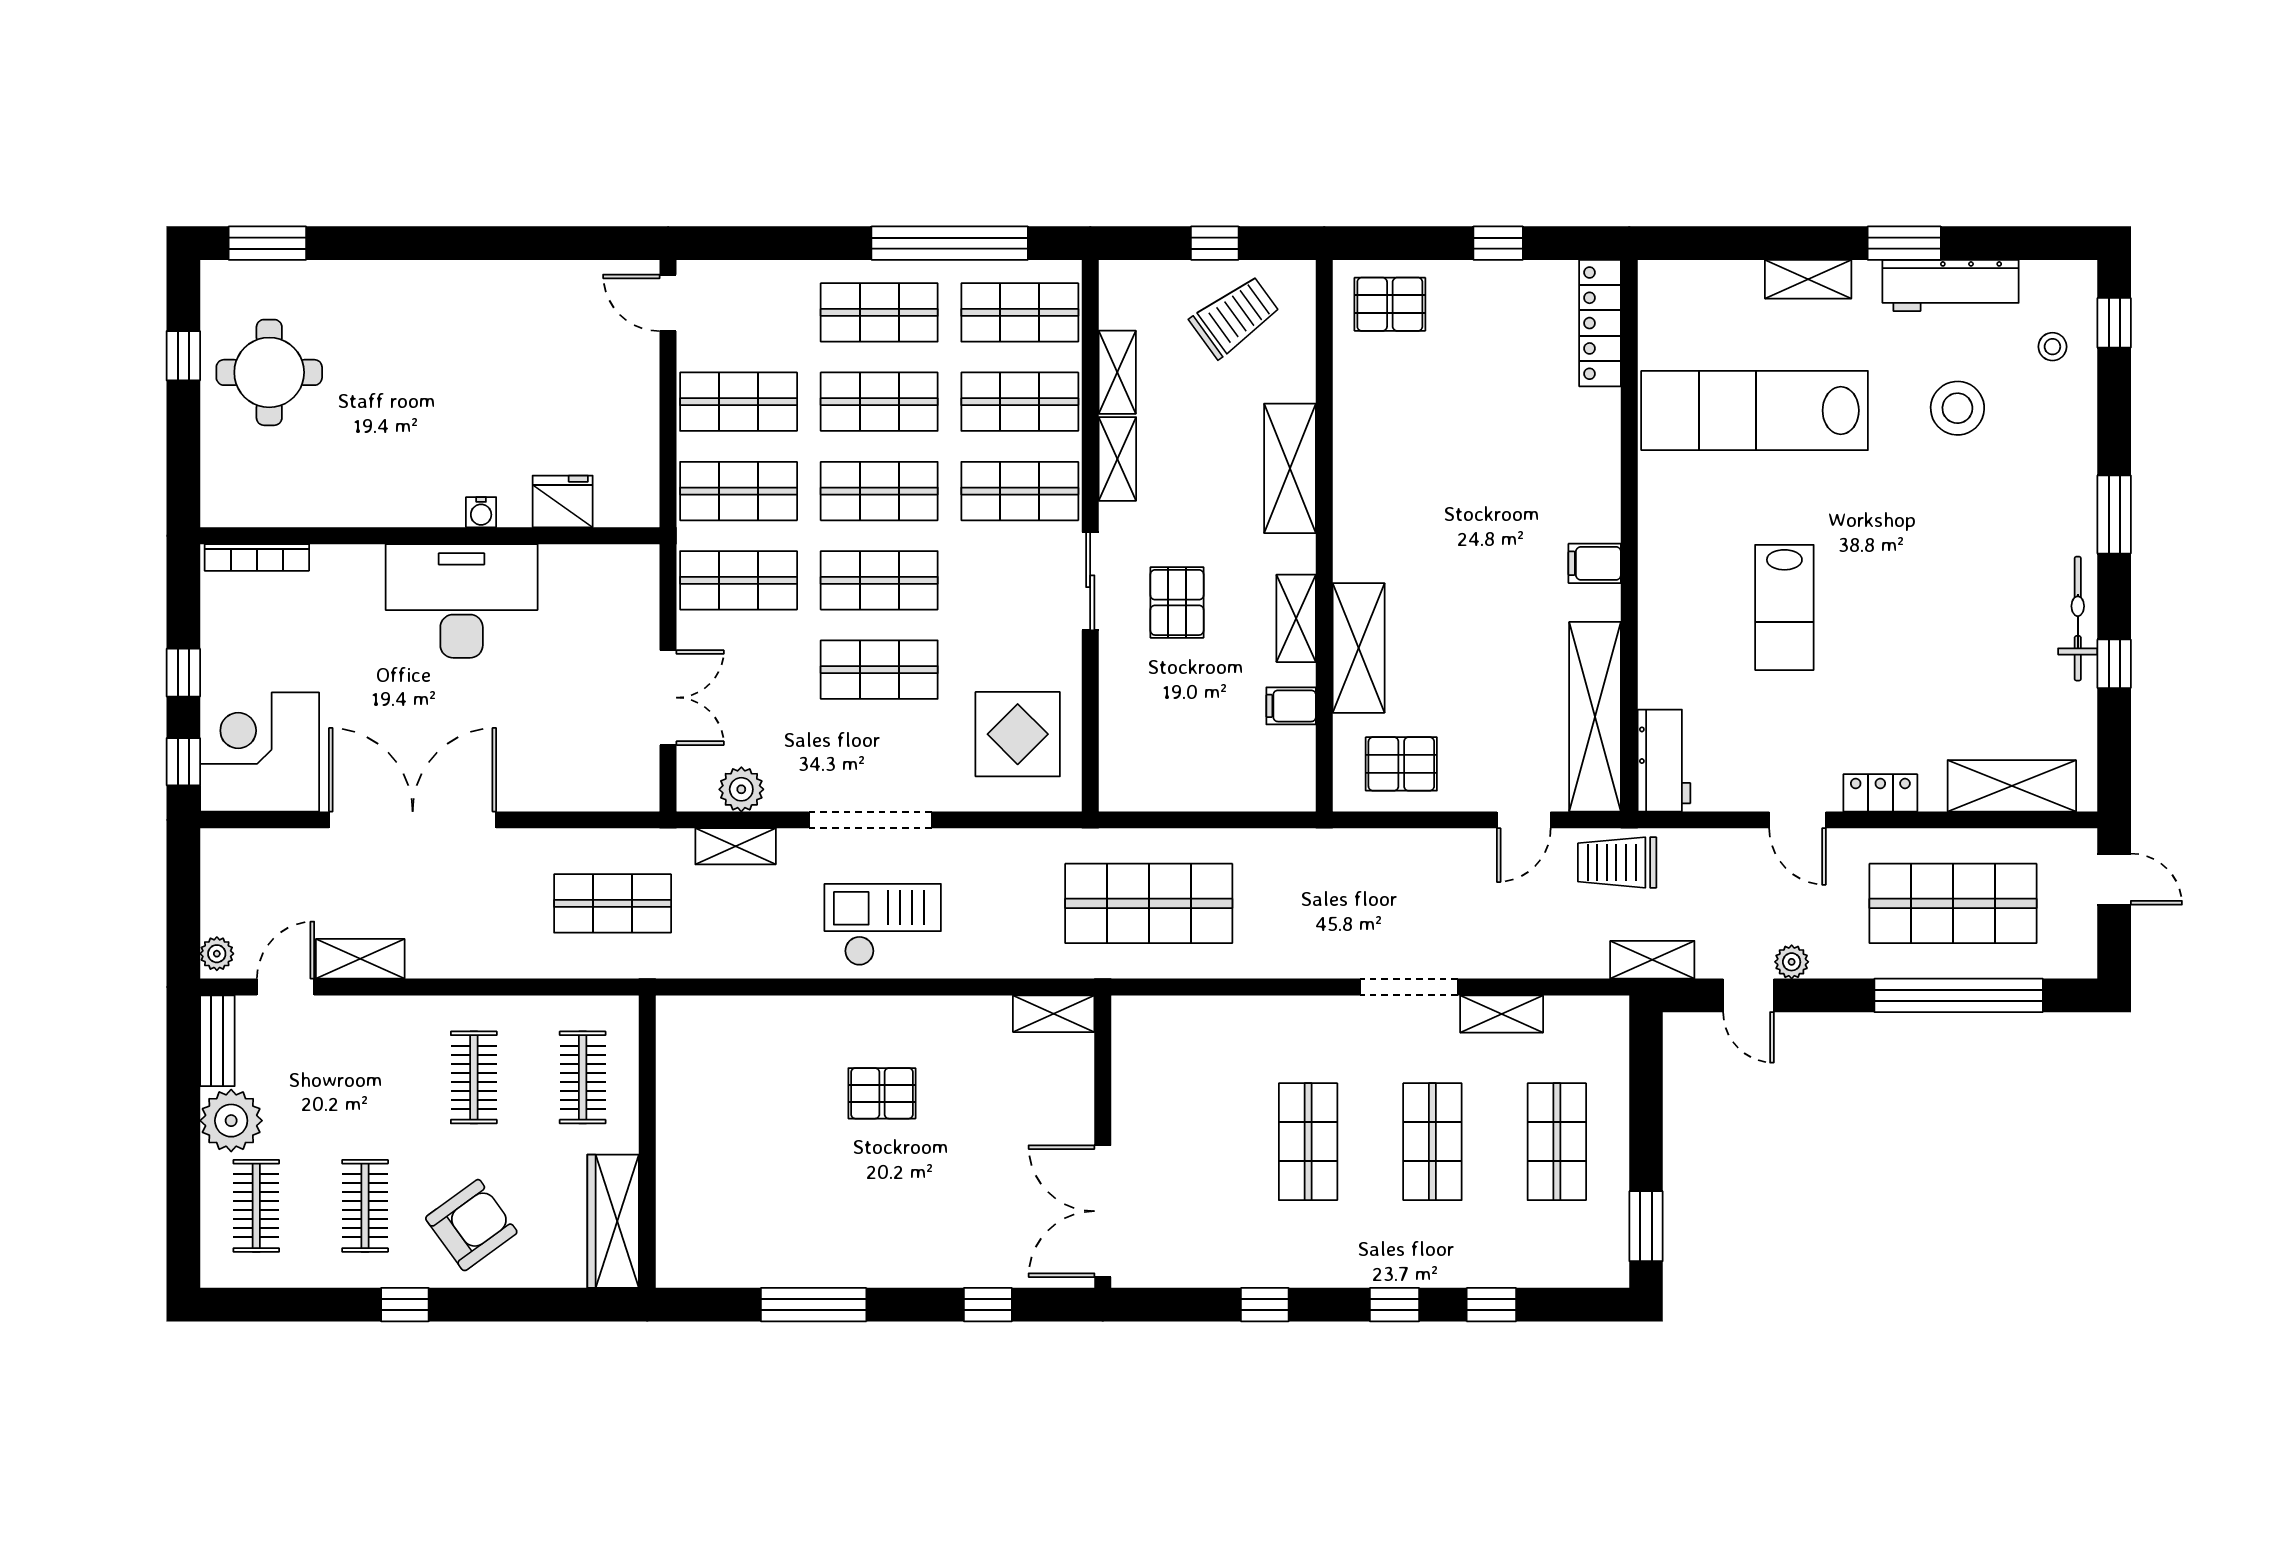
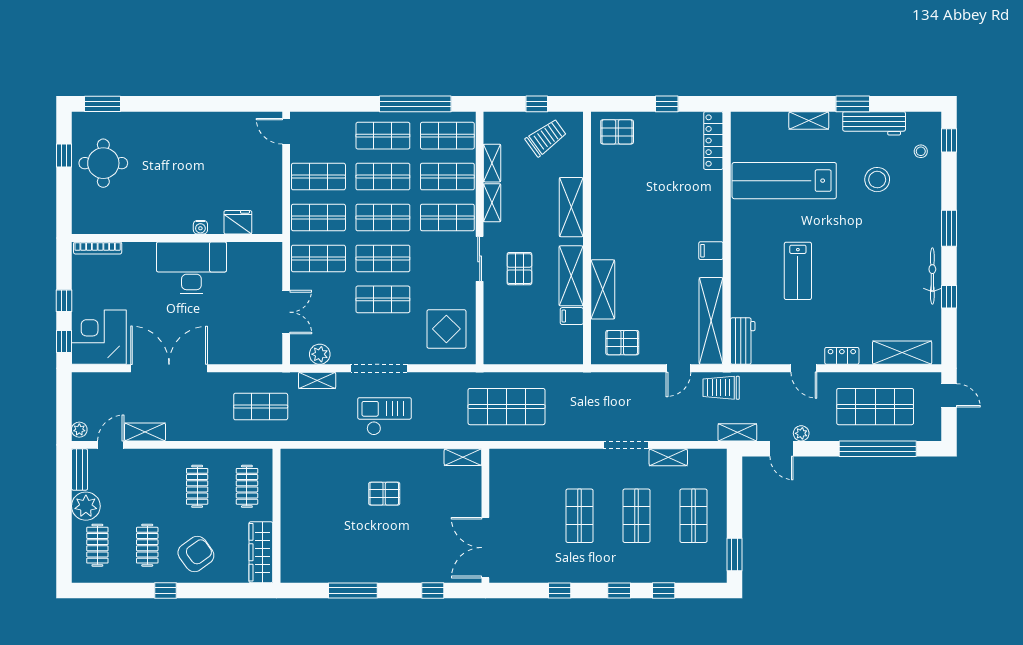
shelving: (1296, 618) -> (571, 276), width x1.50, depth x1.33

